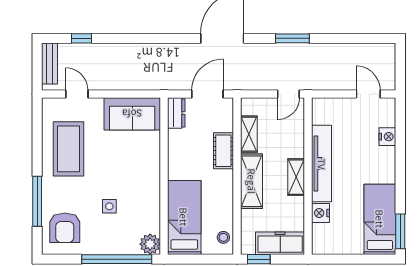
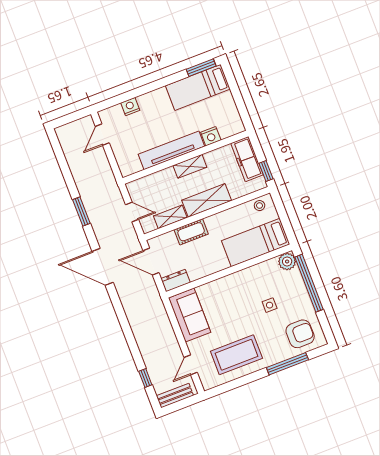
door: (288, 94) -> (132, 212), moved

